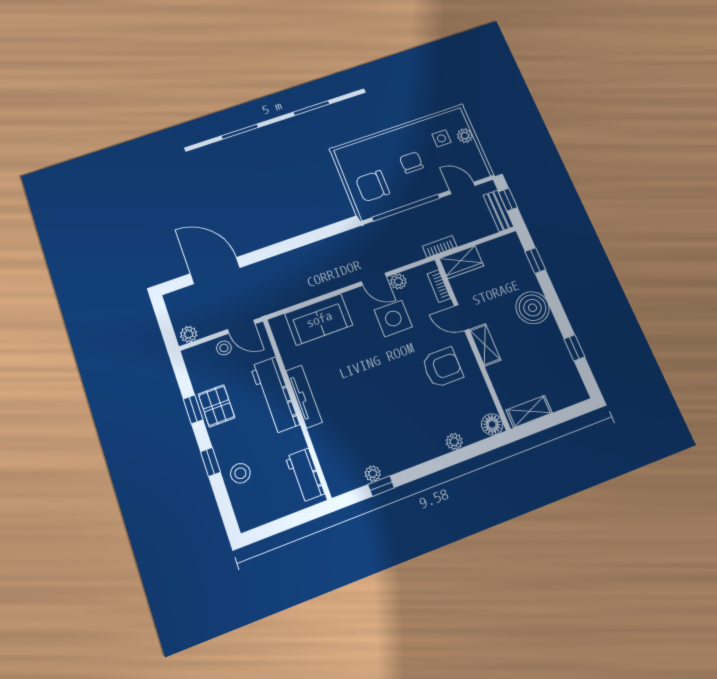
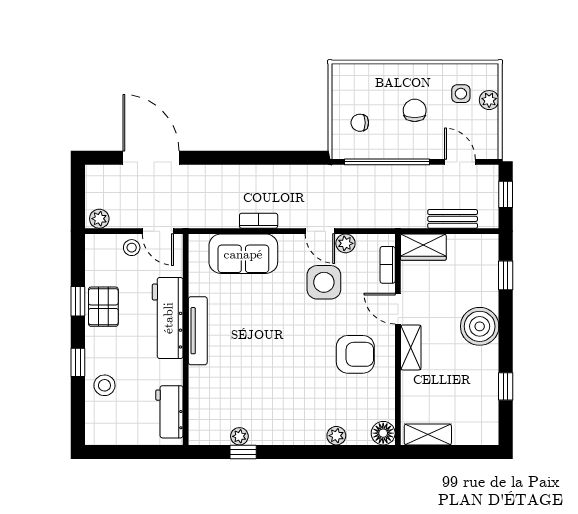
chair: (373, 186) -> (360, 123), width x0.54, depth x0.54
bench: (498, 211) -> (453, 219), moved, turned 90
bookcase: (440, 247) -> (259, 221), moved

